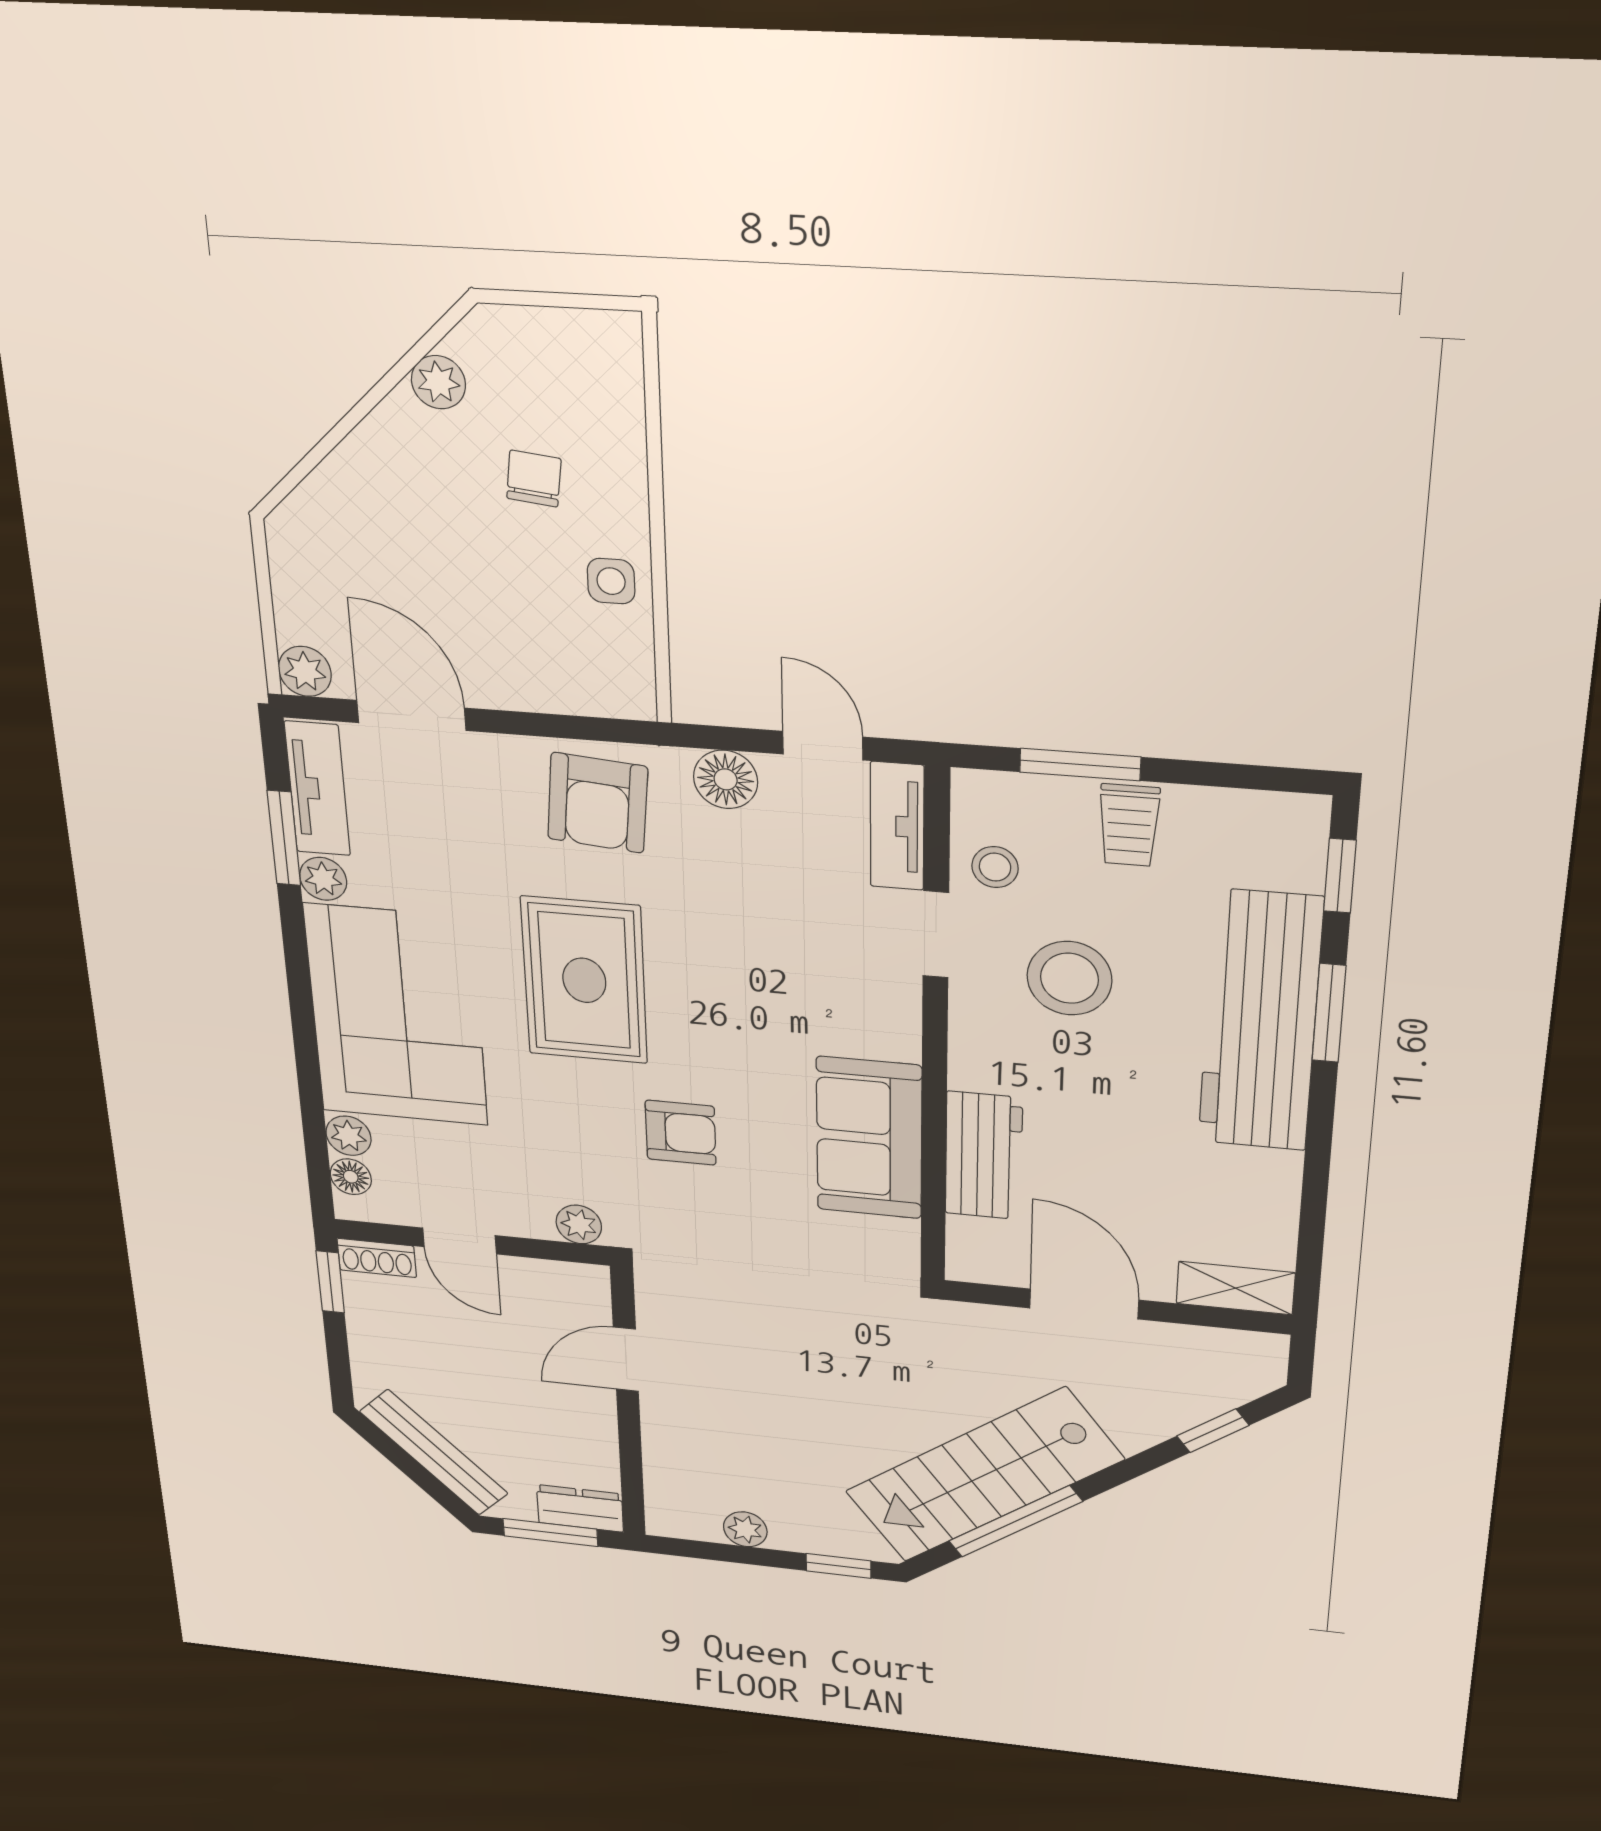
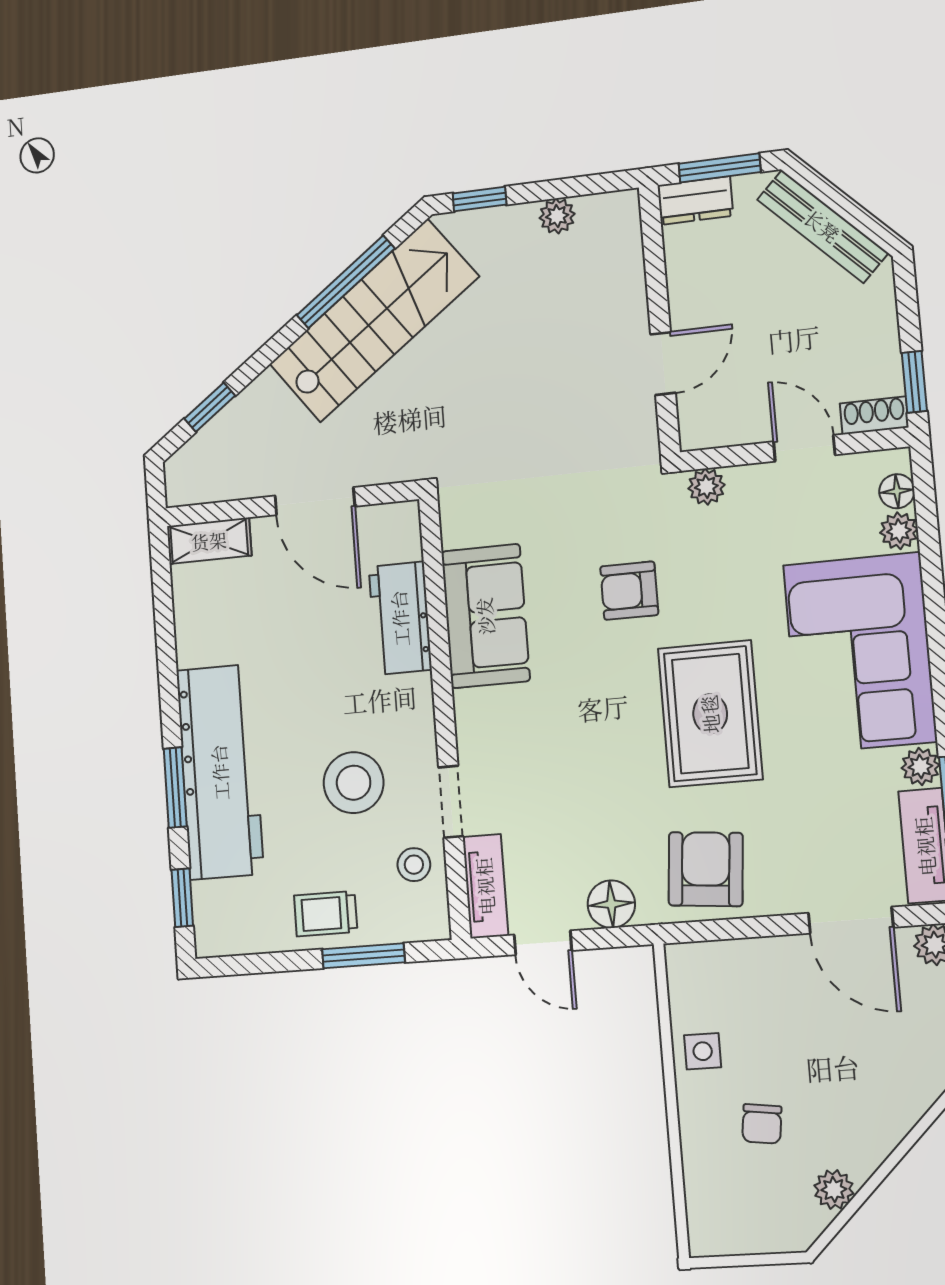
trolley: (1129, 825) -> (326, 914), turned -90

